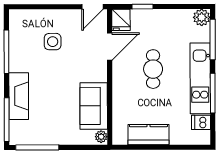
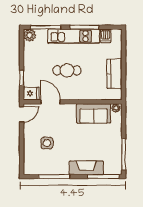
door: (92, 7) -> (22, 114), hinge flipped

